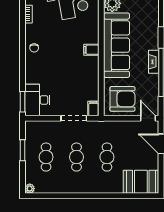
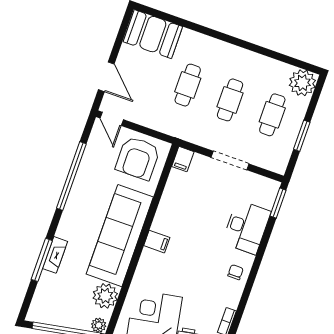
fireplace: (154, 62) -> (55, 255), moved
armchair: (122, 99) -> (138, 158), turned -90
desk: (37, 100) -> (246, 227), moved
doorway: (74, 118) -> (230, 161), moved
plant: (30, 189) -> (302, 83), width x1.88, depth x1.88

